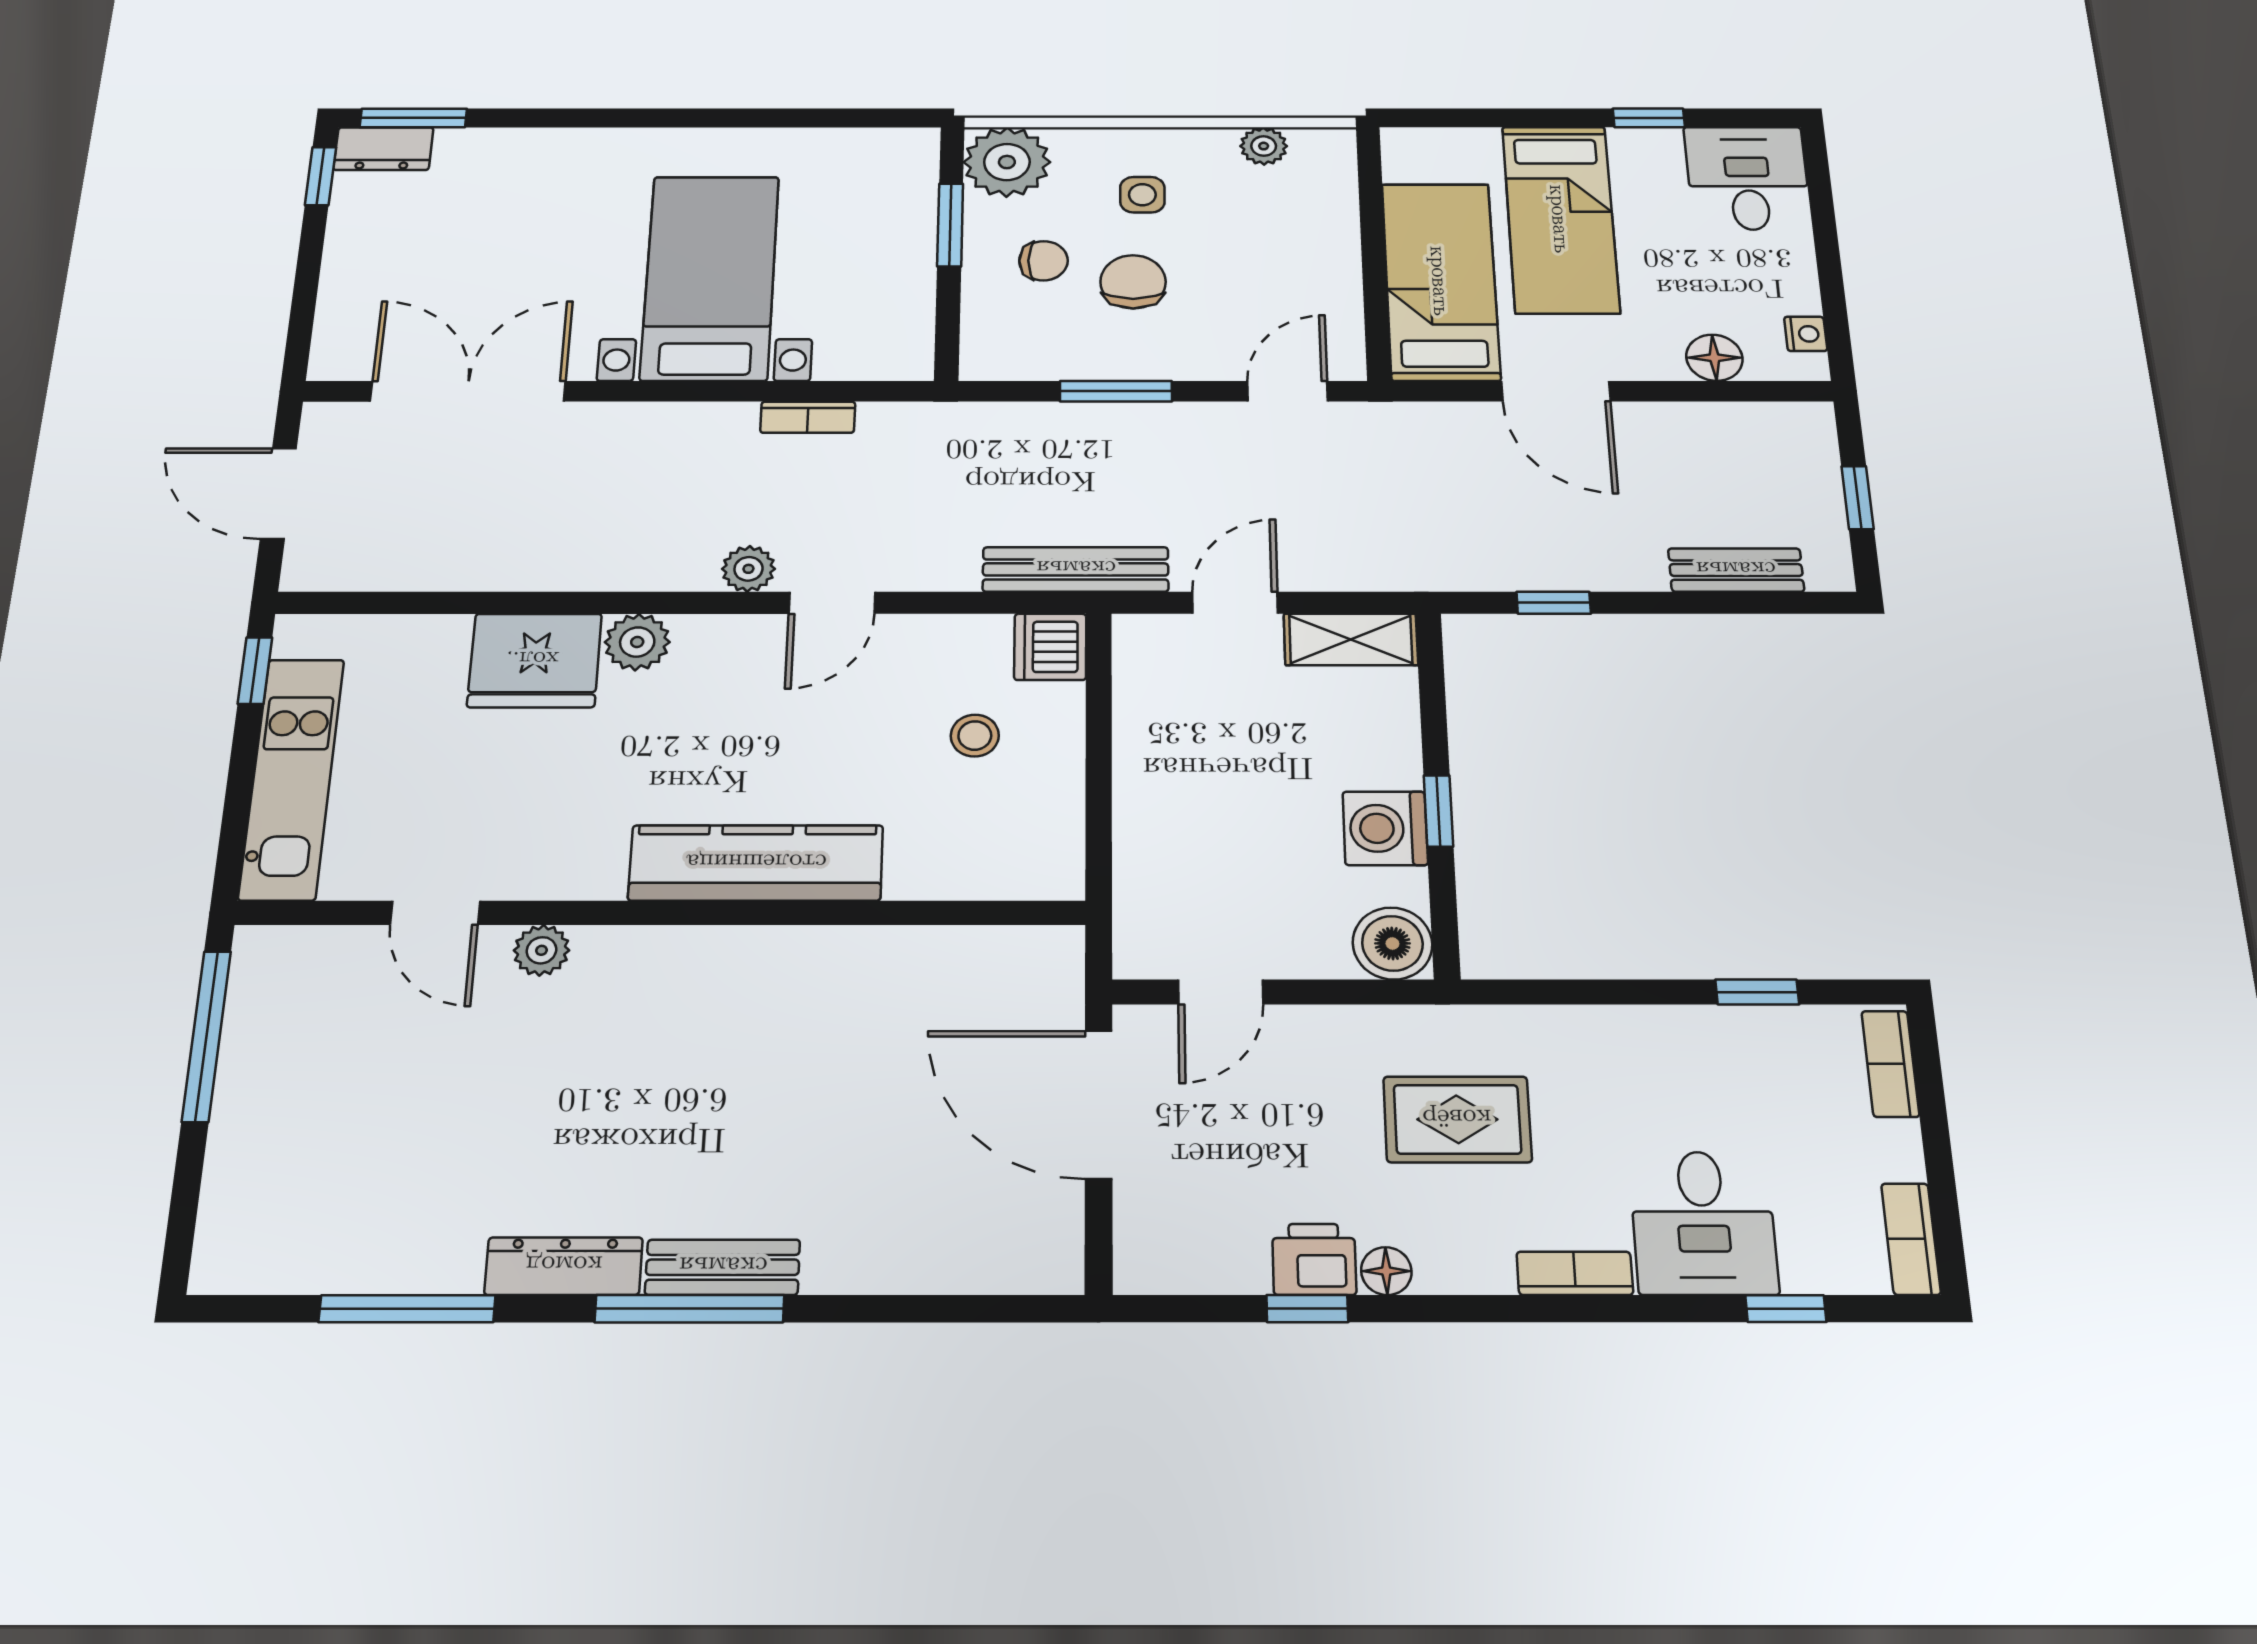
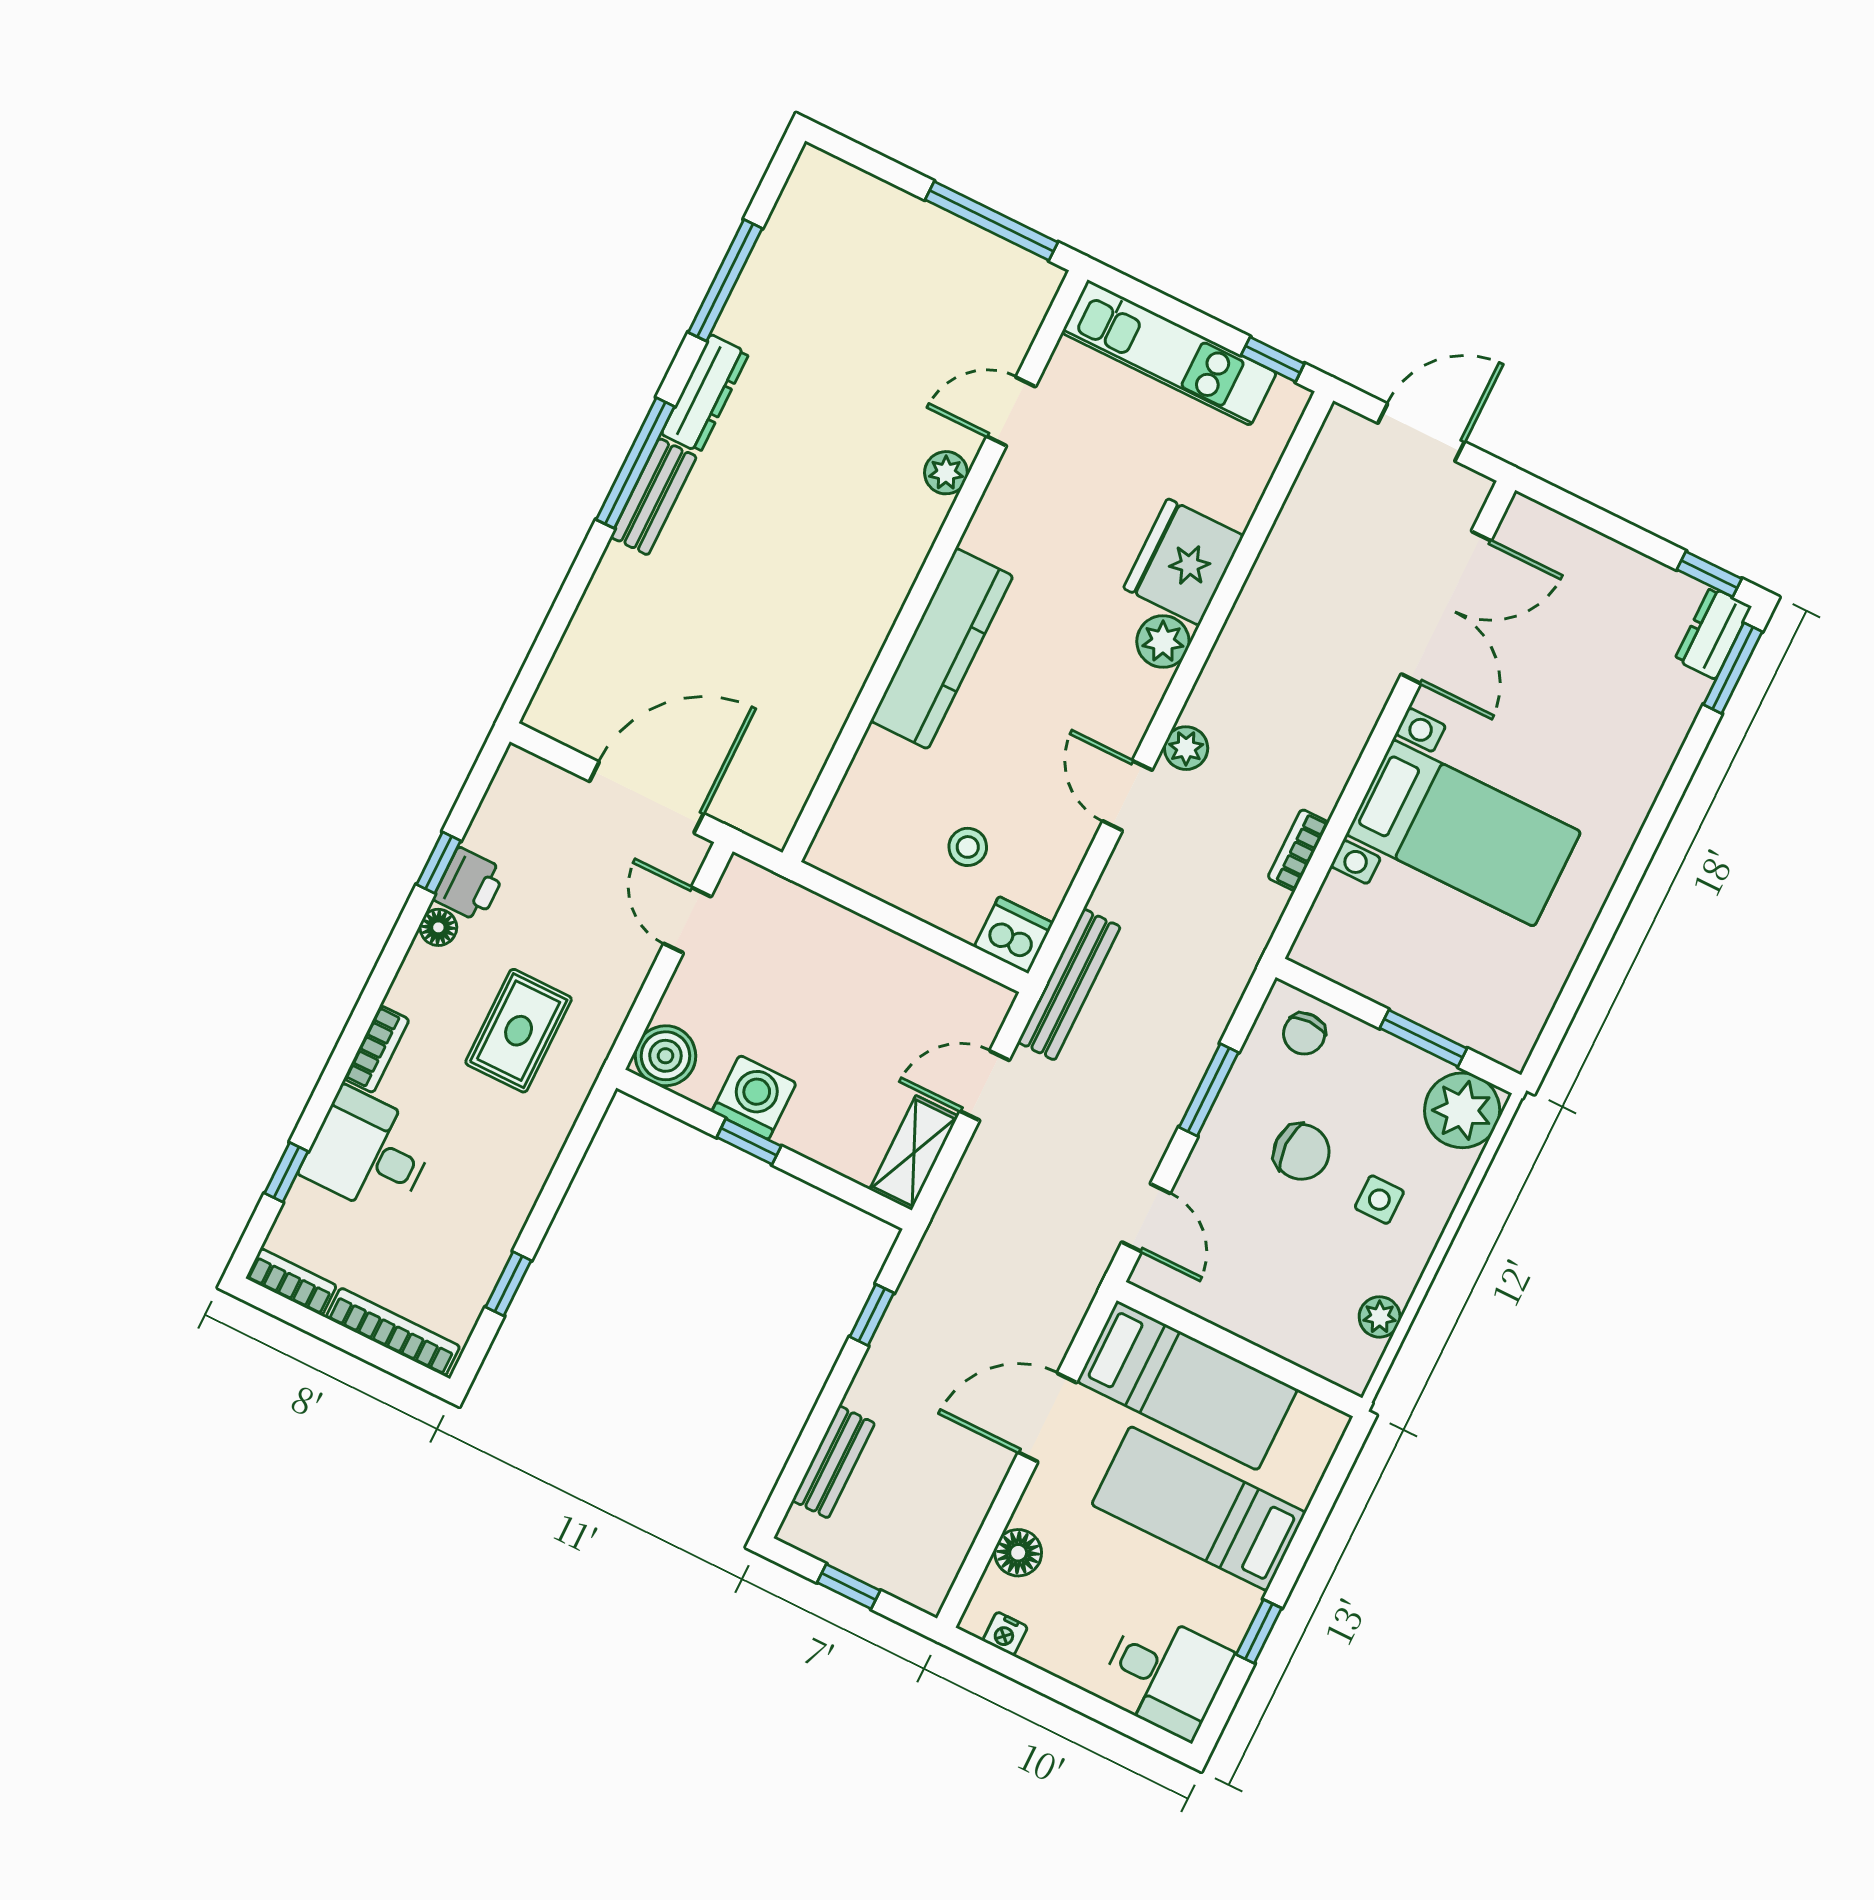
chair: (1043, 261) -> (1304, 1034), moved
door: (1235, 603) -> (985, 1086), swing flipped
bookcase: (1890, 1064) -> (393, 1332), width x1.56

